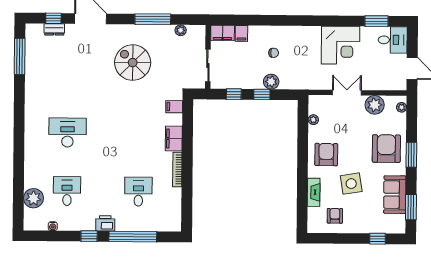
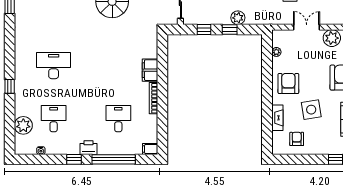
filing cabinet: (174, 107) -> (150, 149), moved
window: (19, 155) -> (10, 86), added

